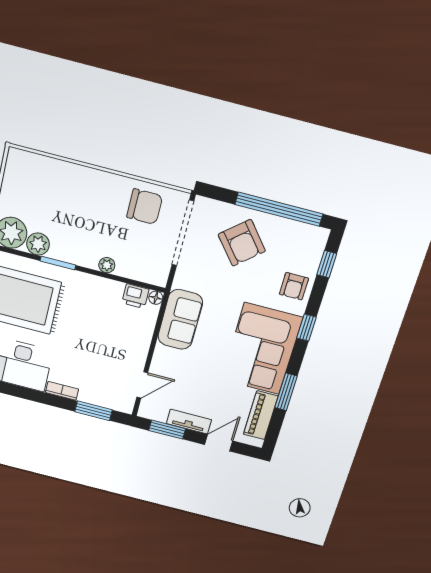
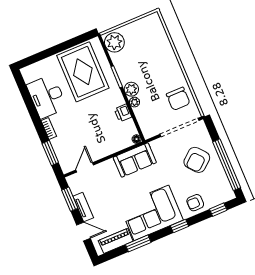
plant: (38, 244) -> (131, 89), moved
printer: (135, 296) -> (123, 113), moved
door: (142, 385) -> (85, 167), swing flipped

